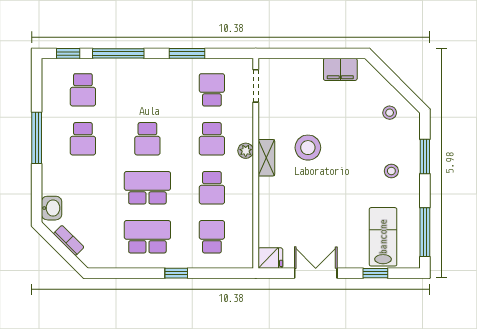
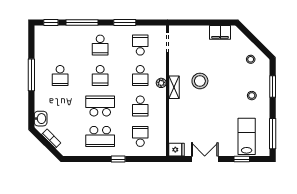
school desk: (83, 90) -> (100, 45), moved
school desk: (147, 237) -> (100, 136), turned 180

